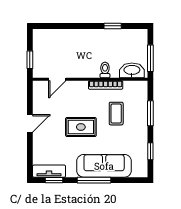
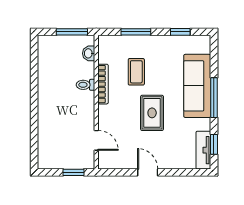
window: (113, 26) -> (34, 76), removed
washbasin: (132, 70) -> (89, 53), width x0.52, depth x0.69
coffee table: (116, 114) -> (136, 72), turned 90

